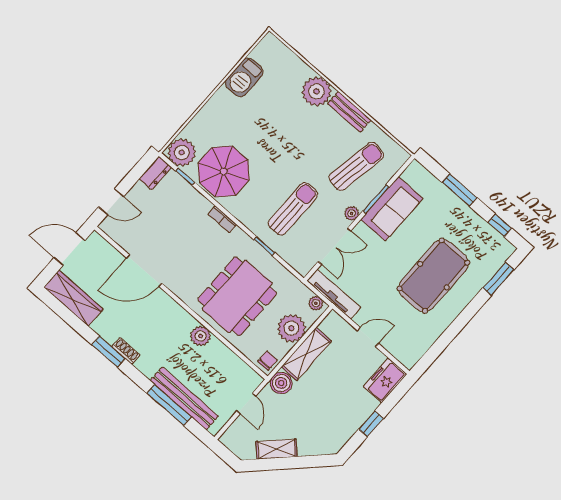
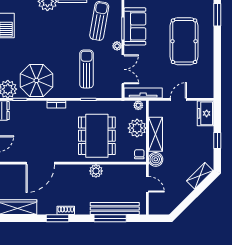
shelving: (277, 449) -> (200, 176), moved

